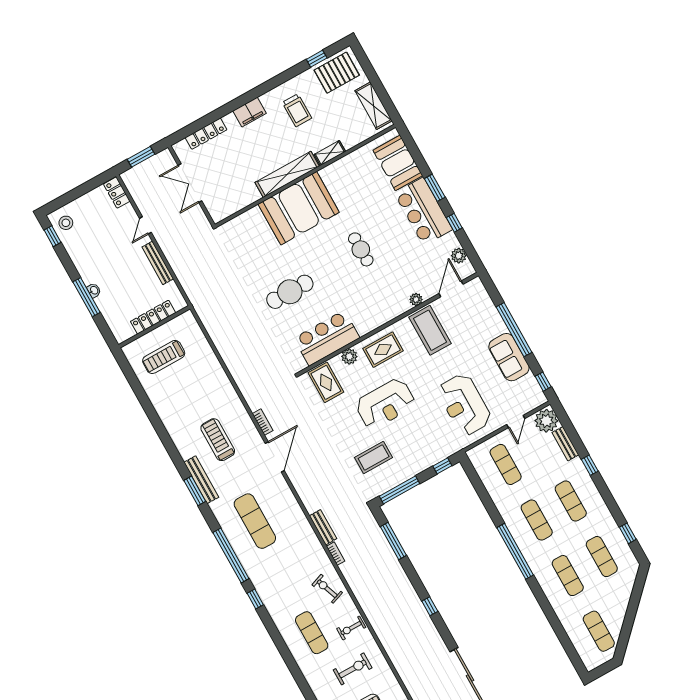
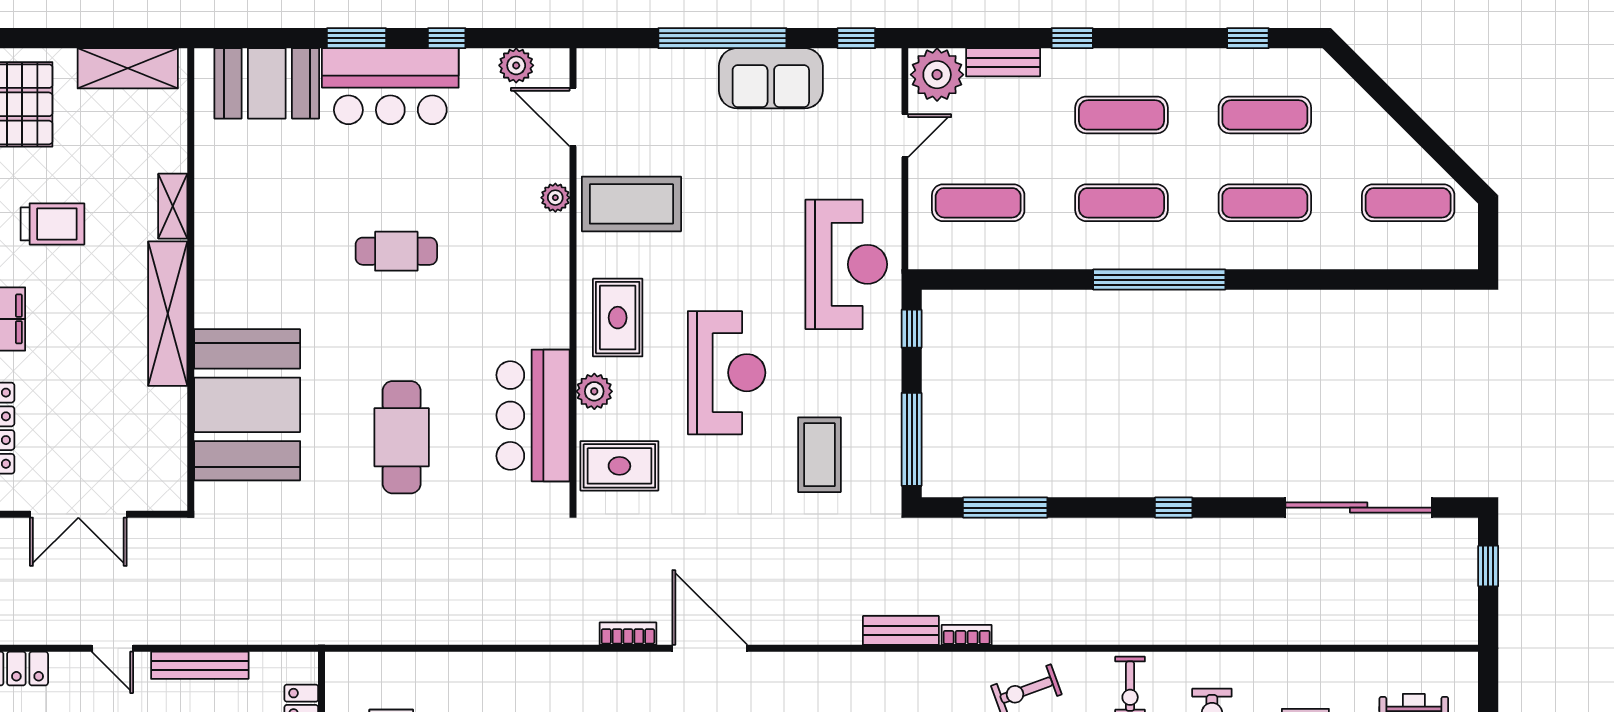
booth: (299, 208) -> (247, 405), moved
reception desk: (464, 405) -> (846, 264), moved, turned -90
door: (516, 422) -> (905, 136), hinge flipped

